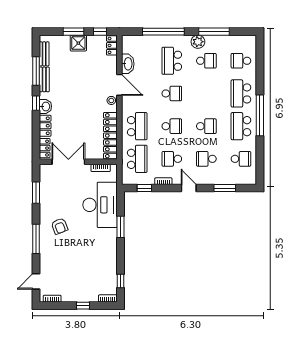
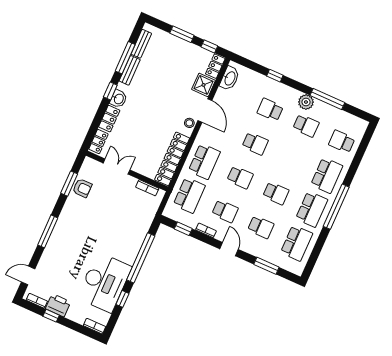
window: (163, 32) -> (275, 76), width x0.32
shower: (78, 43) -> (204, 85), moved
school desk: (172, 61) -> (270, 110), width x0.54
washbasin: (128, 64) -> (230, 78), moved
school desk: (241, 93) -> (327, 175), turned 180
school desk: (241, 126) -> (312, 209), turned 180
school desk: (172, 159) -> (225, 211), turned 180
school desk: (206, 159) -> (261, 227), turned 180
school desk: (241, 159) -> (297, 243), width x1.85
double door: (68, 162) -> (117, 166), width x0.73
desk: (100, 205) -> (104, 282), moved
armchair: (60, 226) -> (82, 188), moved, turned -69
window: (121, 227) -> (141, 258), width x2.11
window: (121, 281) -> (122, 299), moved
printer: (71, 295) -> (58, 305), added
window: (83, 306) -> (51, 316), moved

